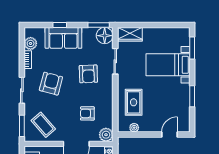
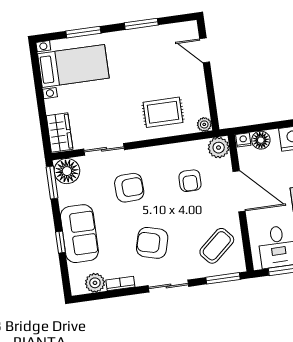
window: (192, 48) -> (83, 32), moved
bed with nightstands: (168, 65) -> (73, 66), moved, turned -90
plant: (134, 128) -> (204, 124), moved

